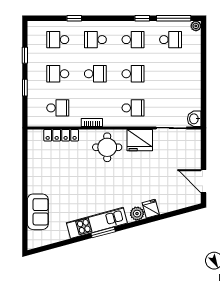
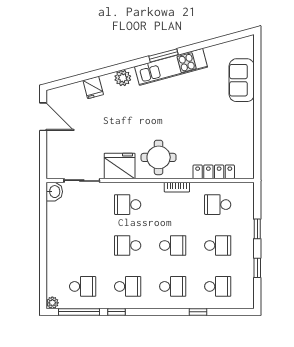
school desk: (133, 40) -> (128, 286), turned 180
school desk: (171, 40) -> (83, 286), turned 180
school desk: (95, 74) -> (173, 245), turned 180
fridge: (151, 209) -> (93, 87), moved

